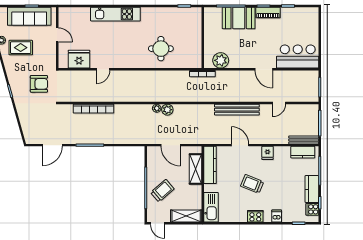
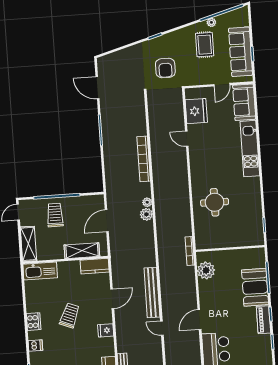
sofa: (74, 16) -> (244, 102), added
door: (279, 103) -> (162, 328), moved
bookcase: (94, 109) -> (144, 159), moved
kitchen counter: (210, 165) -> (95, 266), width x0.67
trolley: (162, 191) -> (55, 215), turned -139

